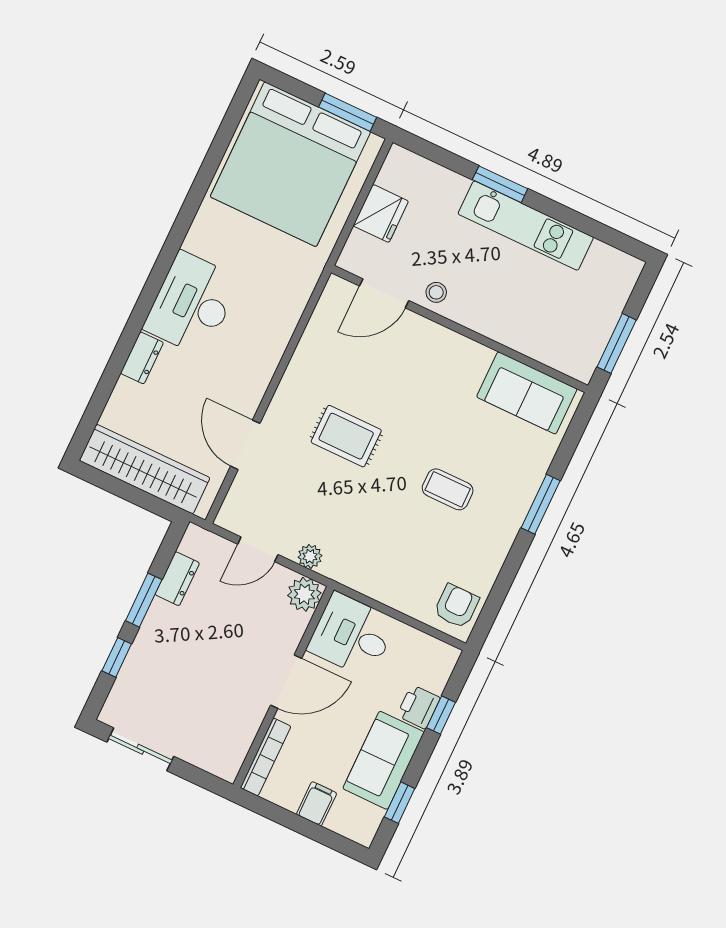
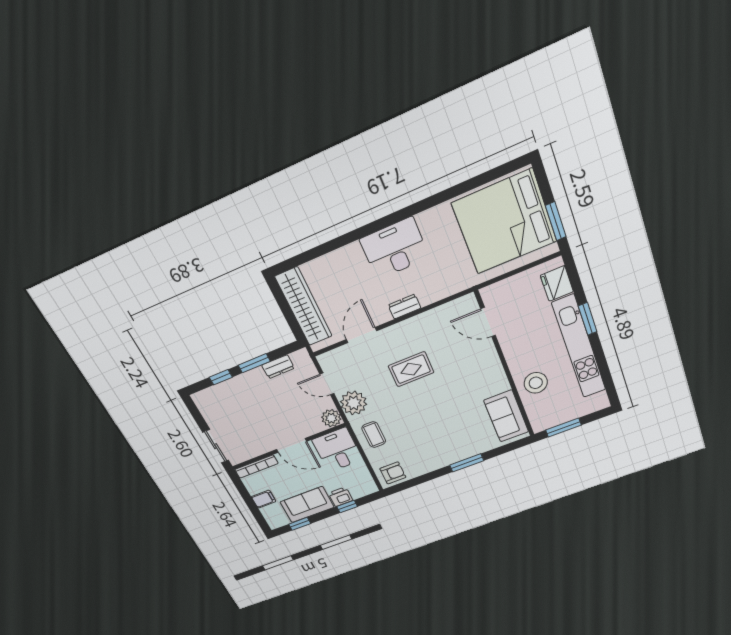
fridge: (381, 213) -> (557, 284), moved, turned 90
kitchen unit: (526, 226) -> (579, 347), width x1.36
stool: (436, 292) -> (536, 383), moved, width x1.89, depth x1.89
dresser: (142, 358) -> (404, 307), moved, turned 180
rug: (346, 436) -> (411, 369), turned 90
coffee table: (448, 489) -> (374, 435), moved
plant: (310, 556) -> (354, 403), width x1.88, depth x1.88
sliding door: (140, 749) -> (216, 446), moved

